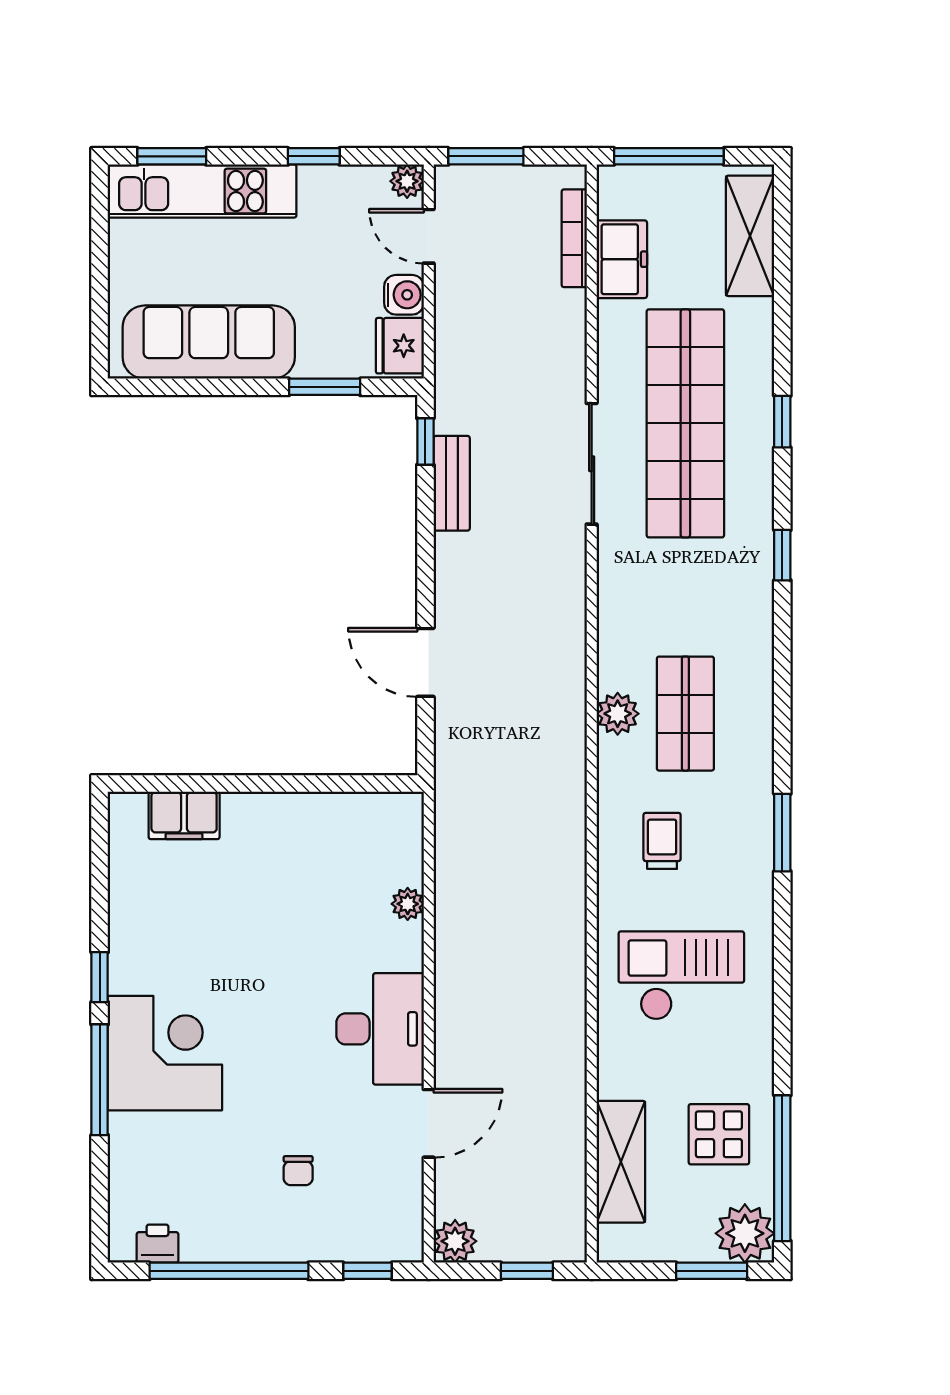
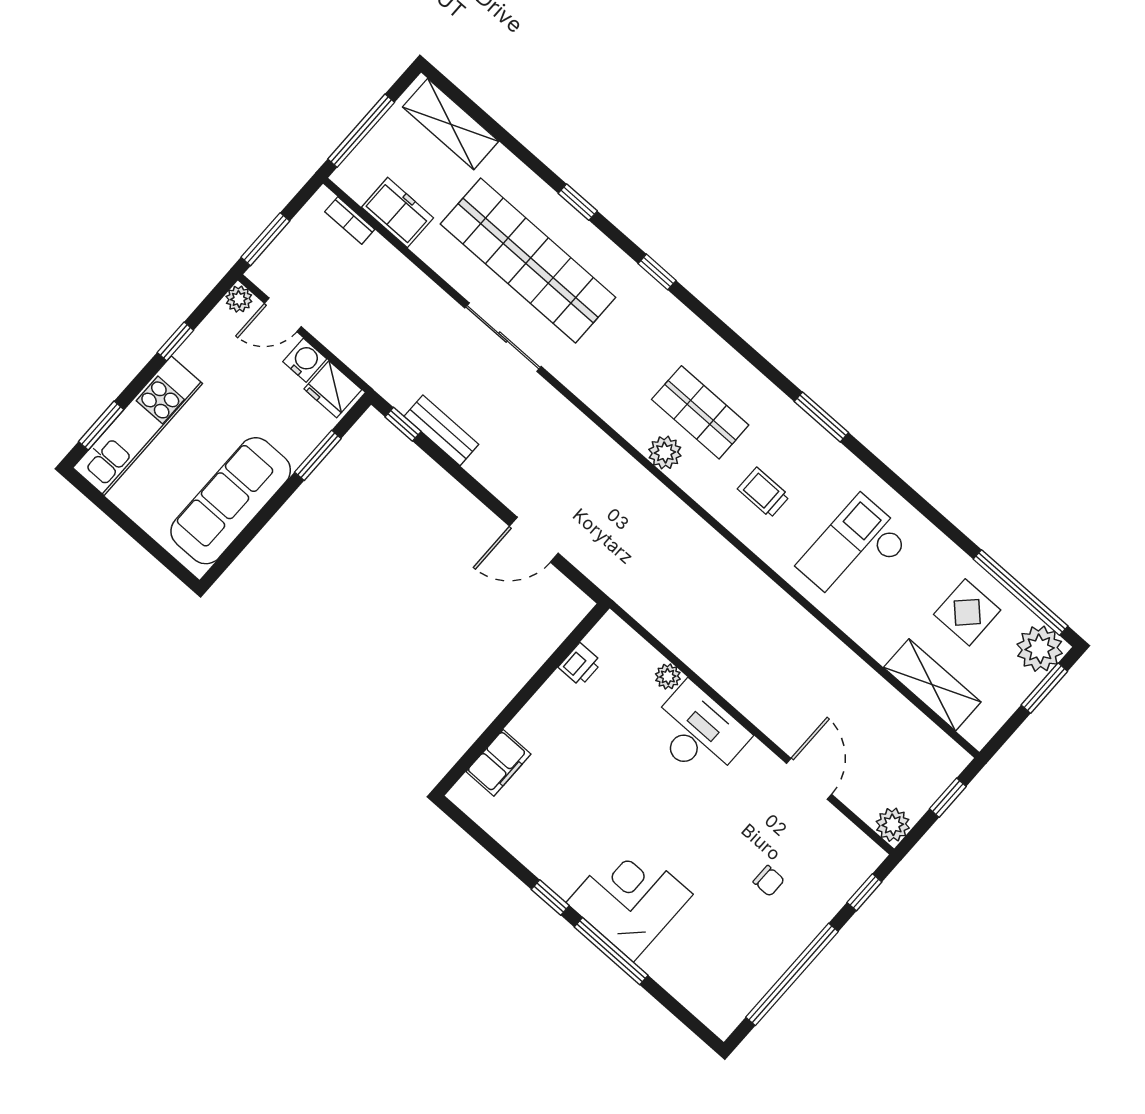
bookcase: (574, 238) -> (350, 220), width x0.64
desk: (380, 1029) -> (698, 732), moved
printer: (158, 1244) -> (580, 665), moved, turned 180

